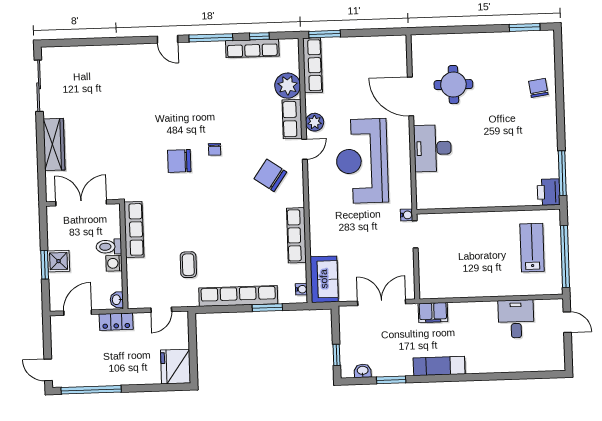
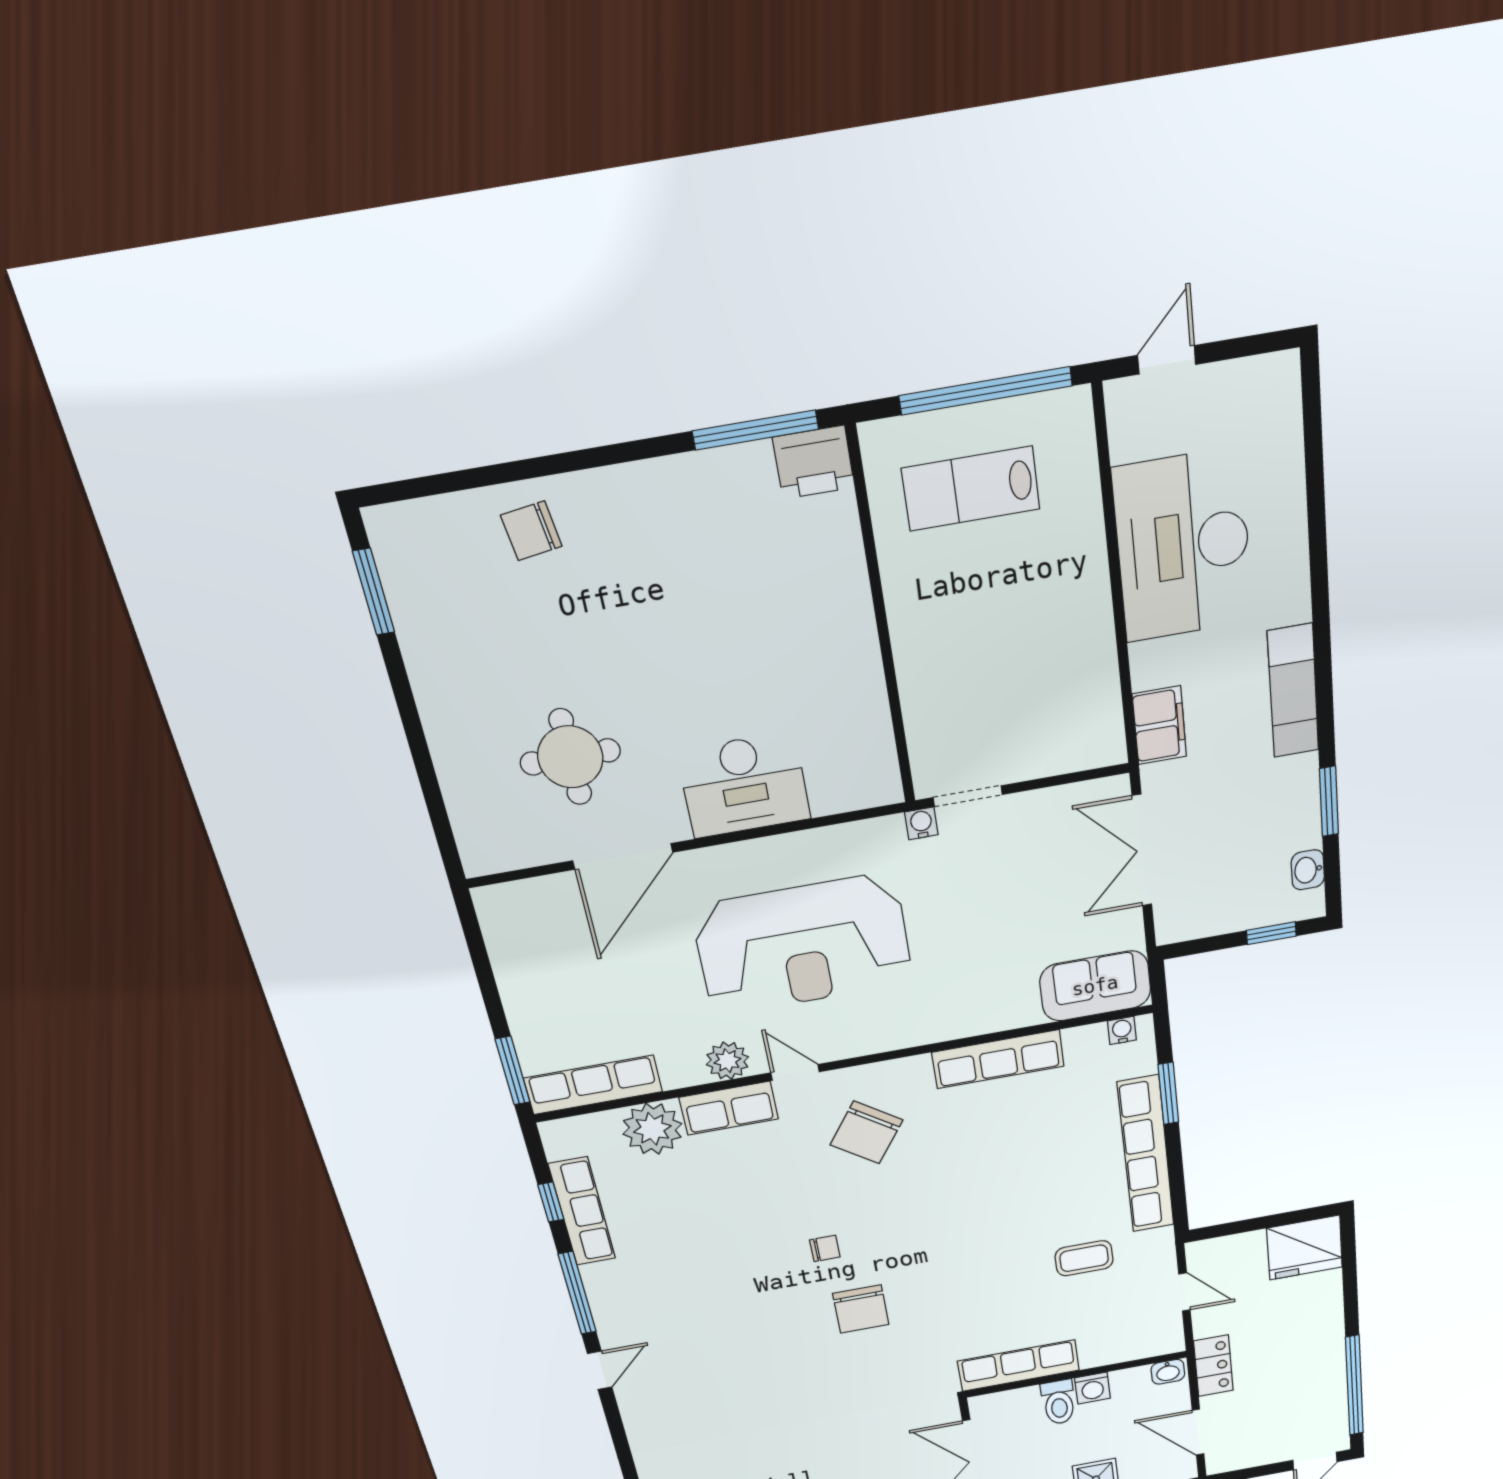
desk: (516, 319) -> (1183, 546), width x1.87, depth x1.30

